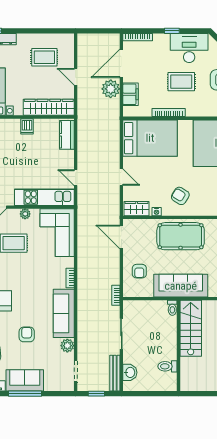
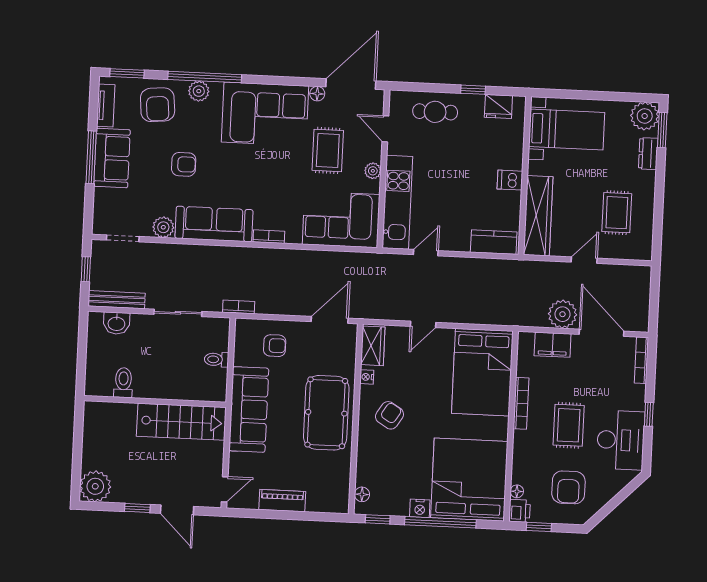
armchair: (139, 271) -> (275, 346), turned 180
toilet: (172, 308) -> (216, 359), moved

